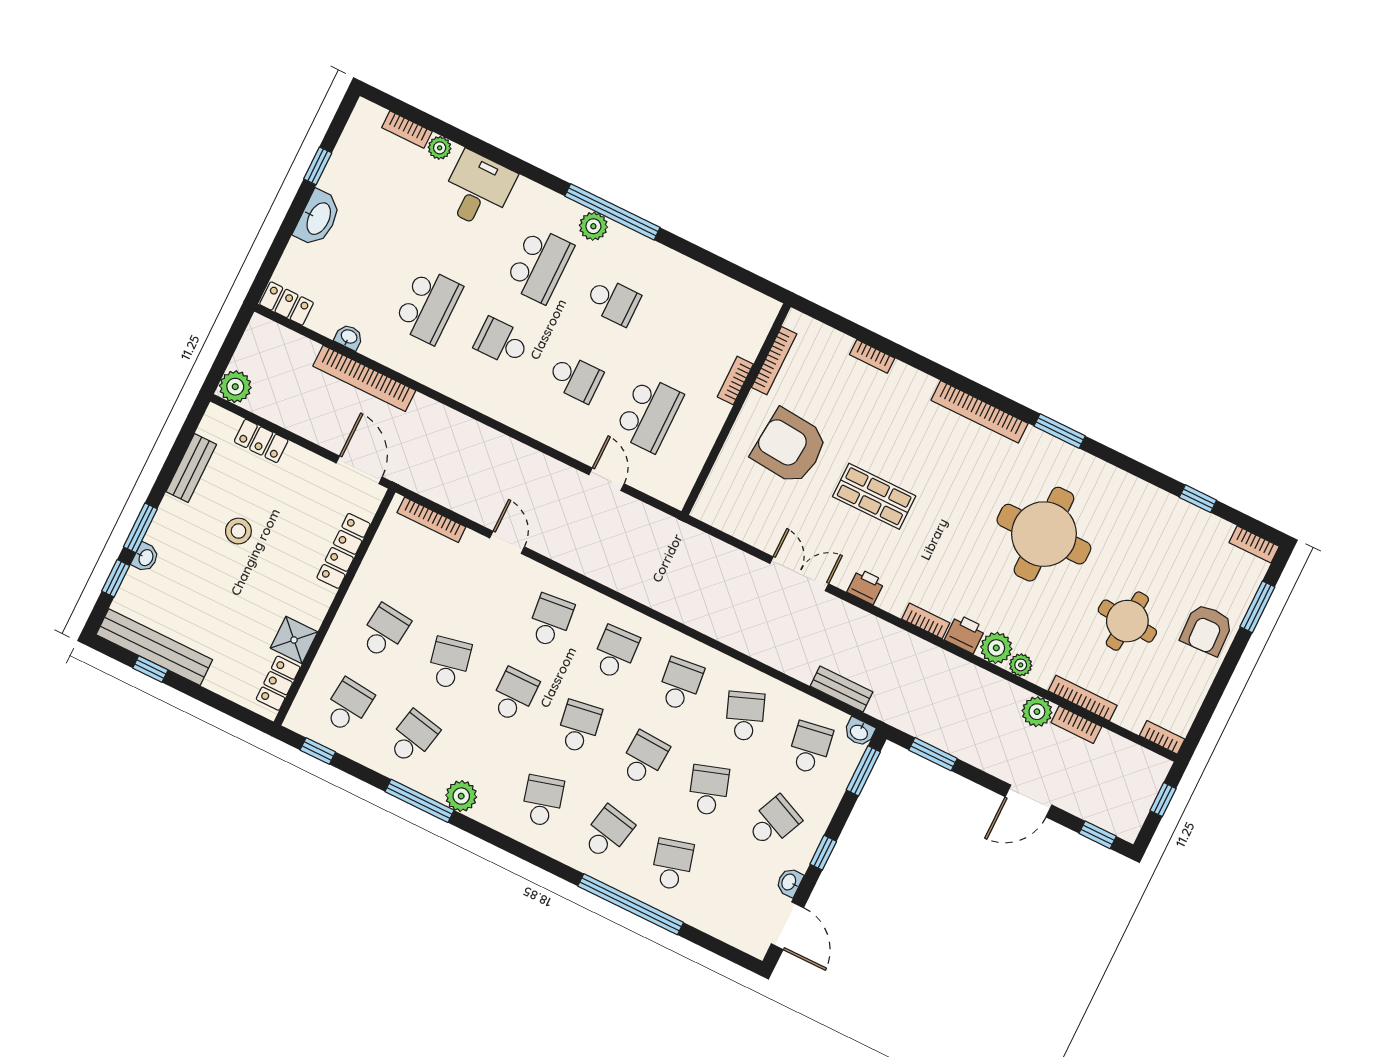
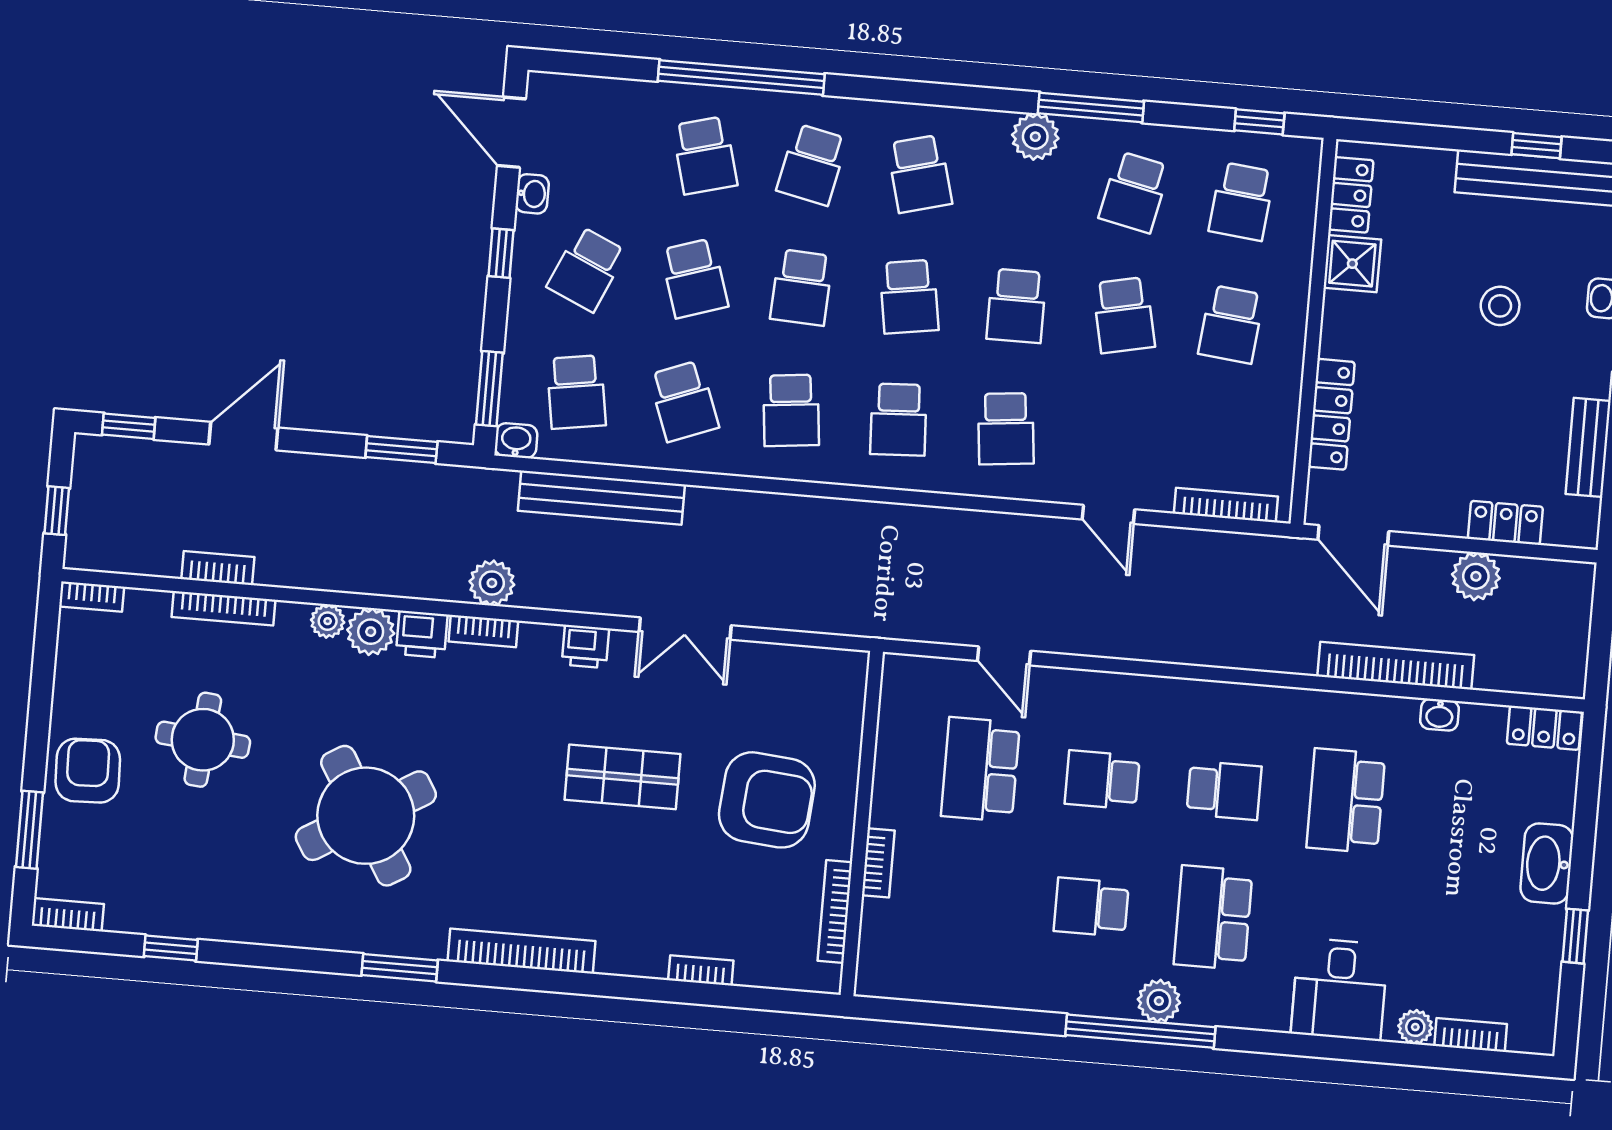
plant: (235, 387) -> (1476, 576), moved
stool: (238, 531) -> (1500, 306), moved
round table: (1044, 534) -> (366, 816), turned -31
bench: (842, 689) -> (601, 498), width x1.86, depth x1.21
plant: (1037, 712) -> (492, 583), moved

